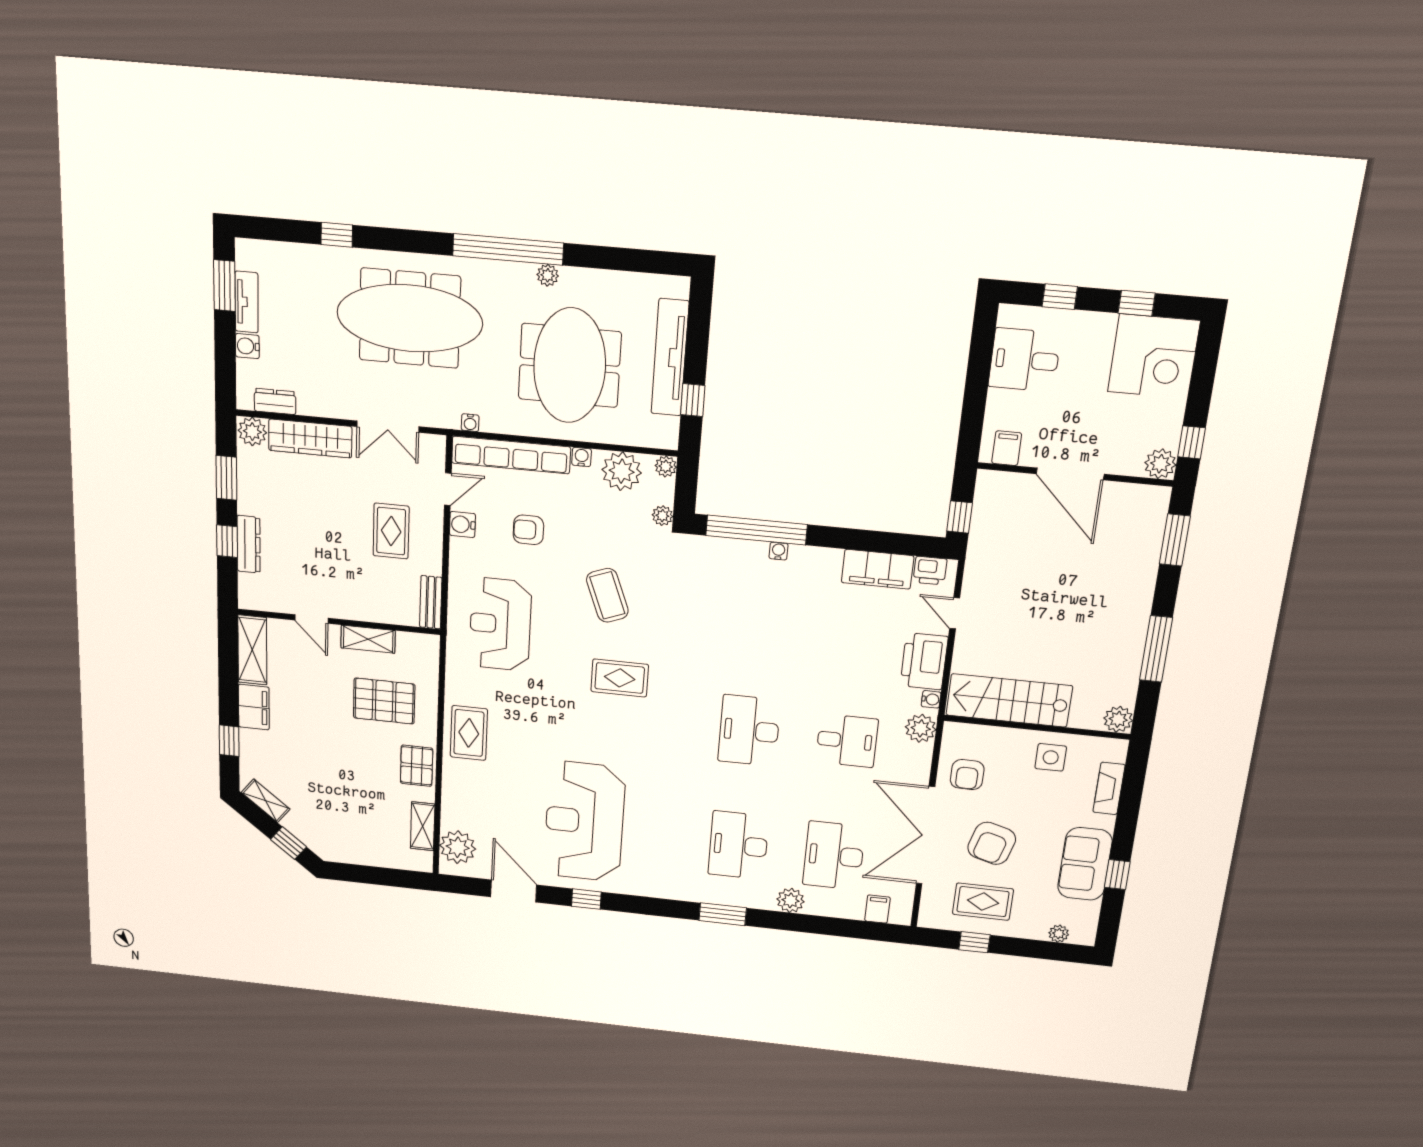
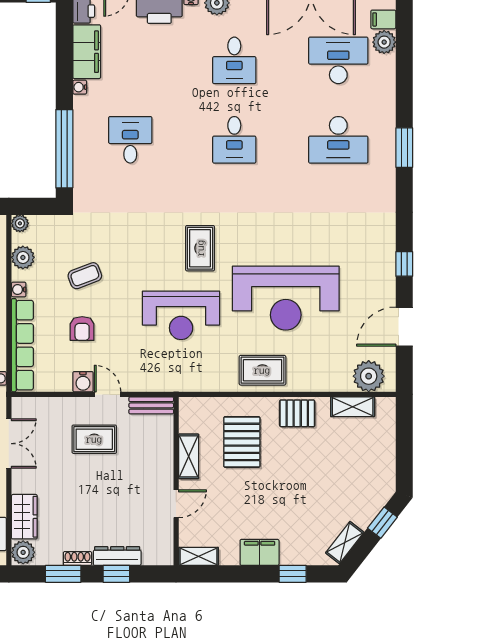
wardrobe: (310, 438) -> (24, 517), width x0.67
plant: (622, 471) -> (23, 257), width x0.73, depth x0.73
door: (448, 489) -> (108, 394), moved
shoe rack: (245, 497) -> (77, 558), added
plant: (662, 516) -> (60, 223), removed
water cooler: (778, 551) -> (80, 87), moved
coffee table: (607, 595) -> (85, 276), moved, width x0.73, depth x0.77
desk: (760, 610) -> (130, 140), added
reception desk: (500, 624) -> (181, 315), moved
shelving: (252, 650) -> (199, 556), width x0.67, depth x0.75
desk: (749, 731) -> (234, 140), width x0.73
desk: (847, 741) -> (234, 60), turned 180
reception desk: (584, 821) -> (286, 298), moved
desk: (834, 856) -> (338, 60), turned 180
plant: (791, 900) -> (384, 42), moved

